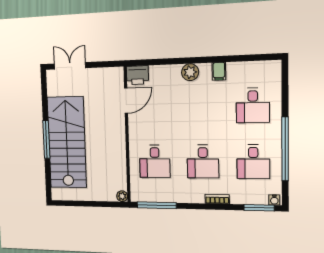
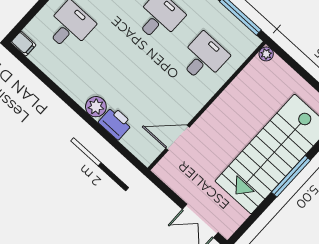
filing cabinet: (219, 71) -> (23, 44), moved, turned 90
printer: (137, 75) -> (116, 123), moved

